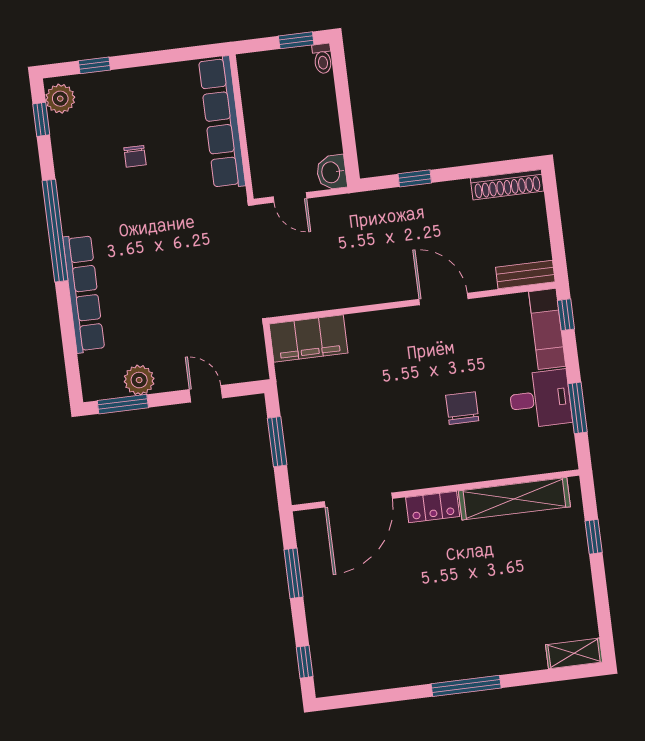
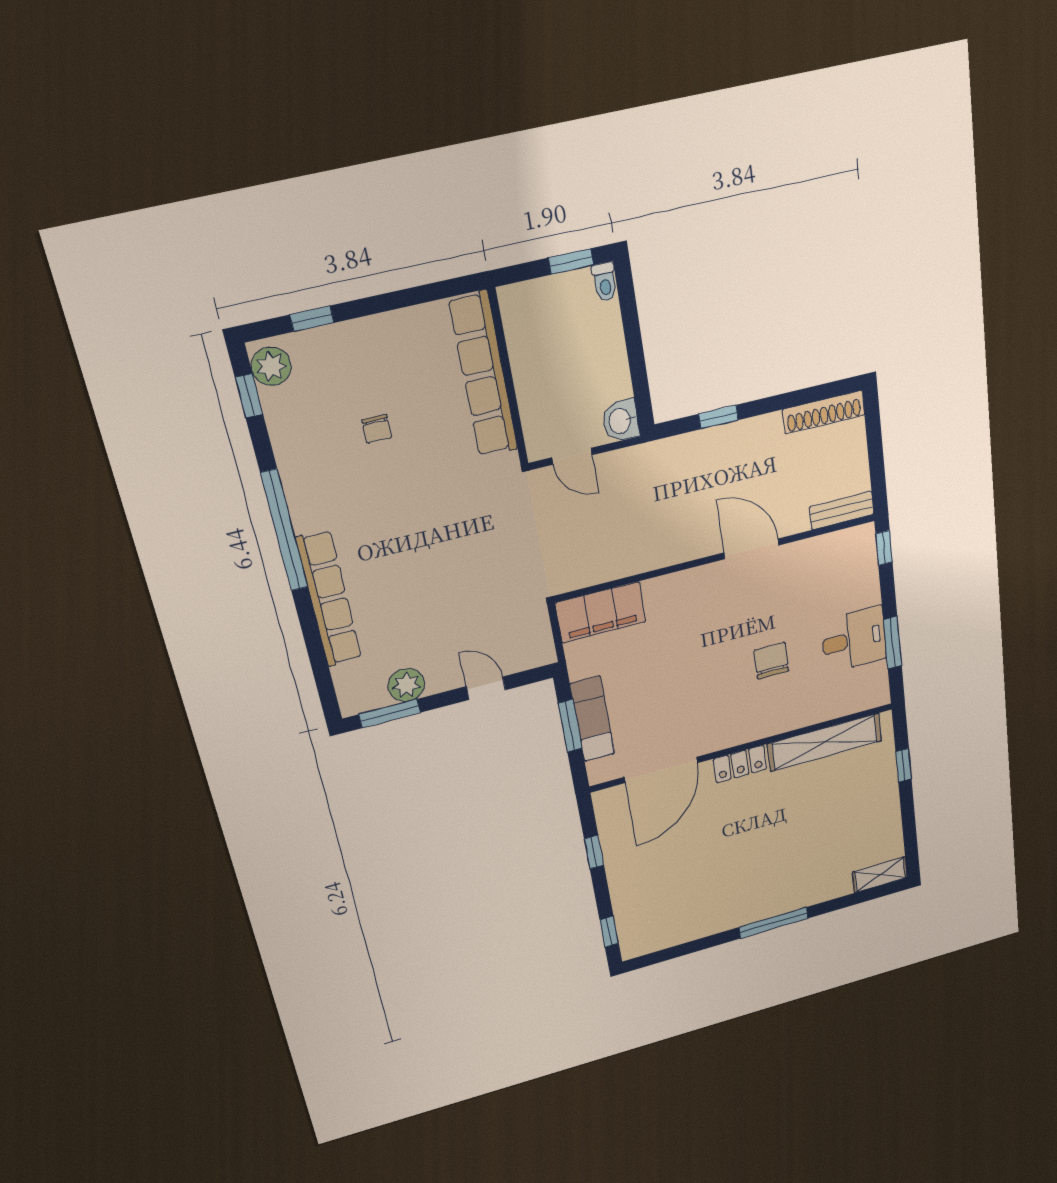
exam couch: (547, 329) -> (592, 719), moved, turned 180
window: (294, 573) -> (594, 852), width x0.67

